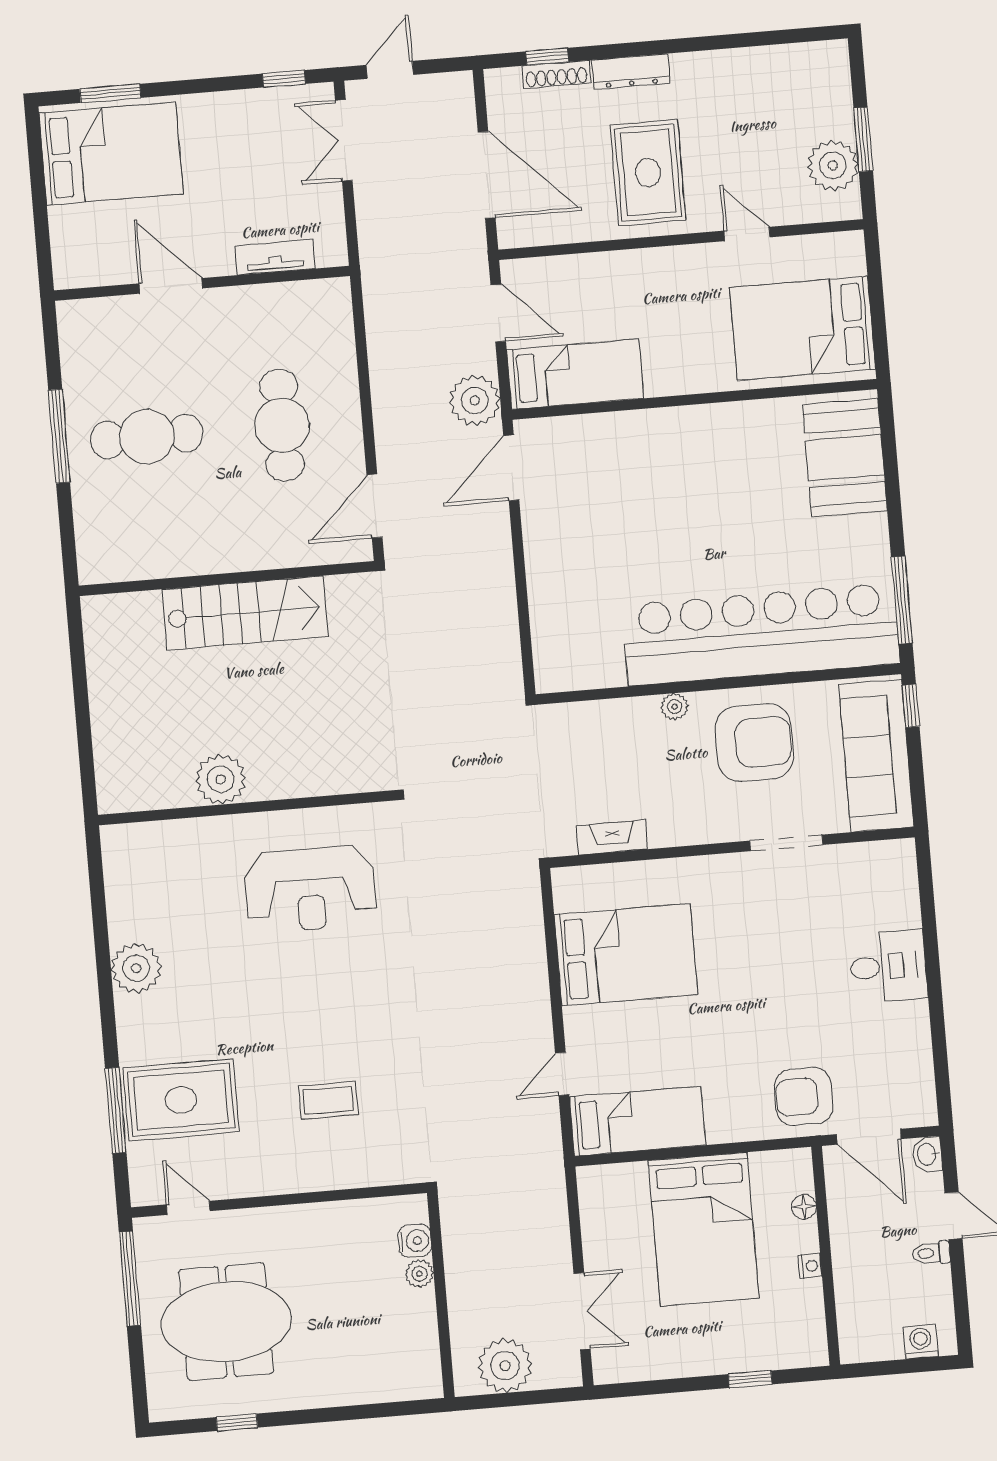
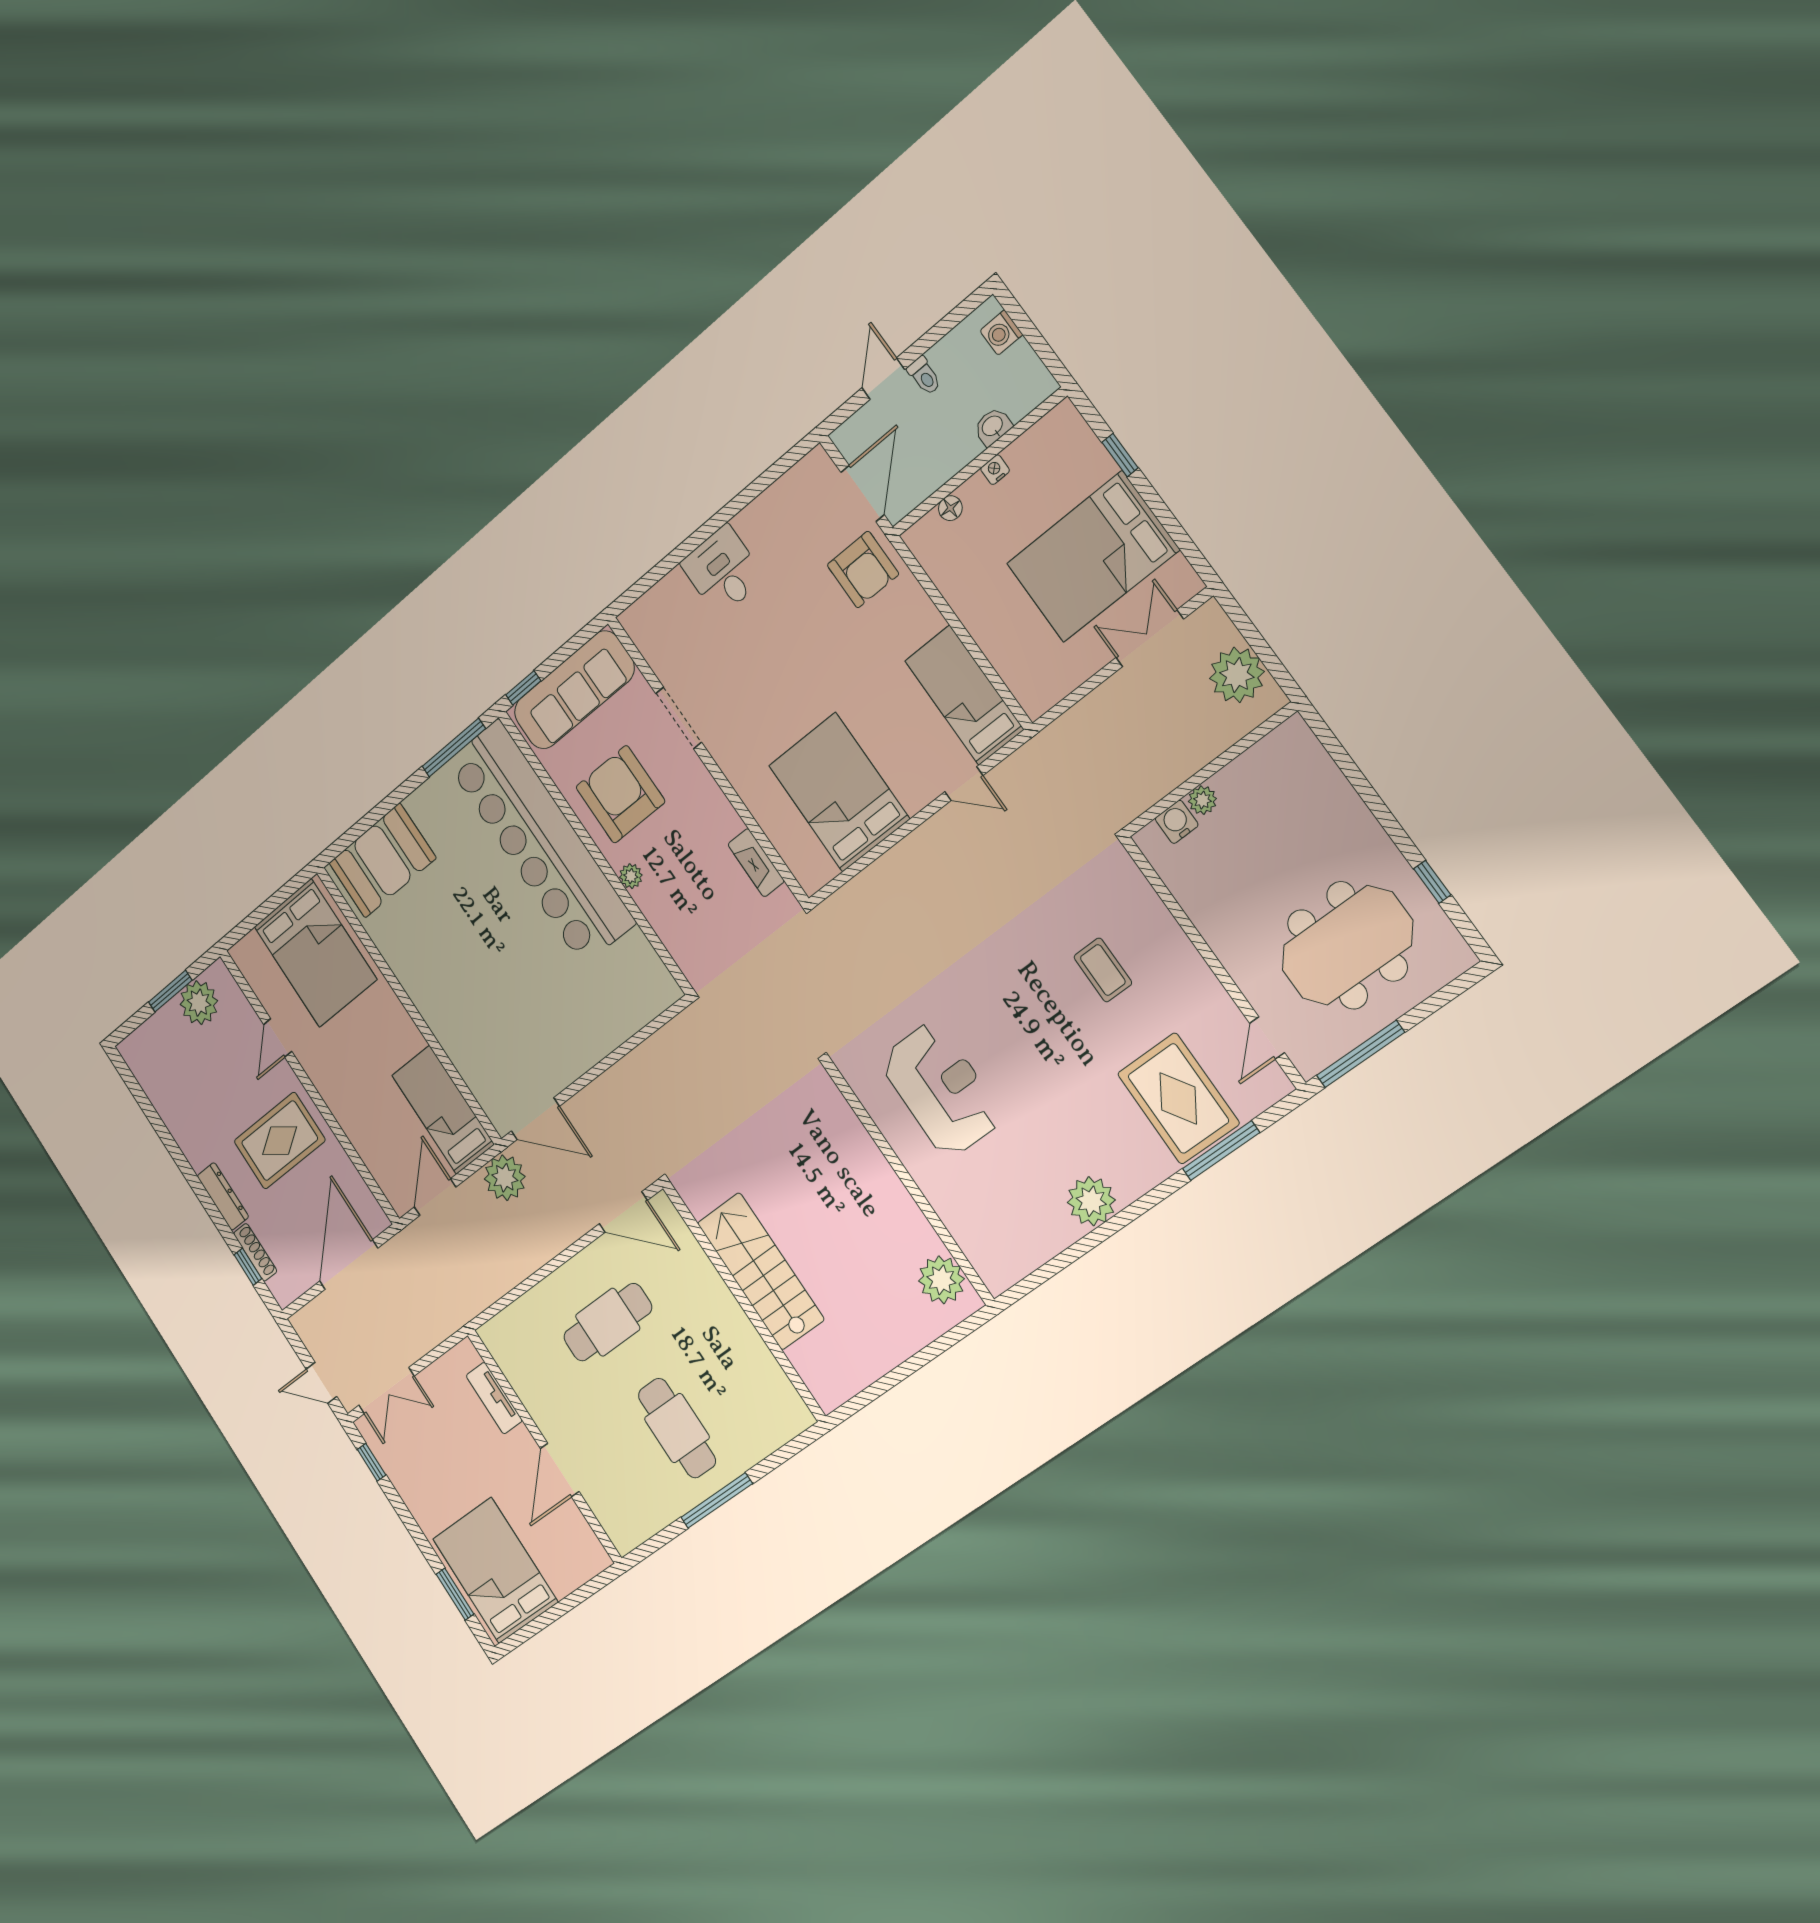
plant: (221, 779) -> (941, 1280), moved
washbasin: (927, 1154) -> (993, 426), moved, turned 180
bed: (704, 1229) -> (1093, 557), moved, turned 180
meeting table: (226, 1322) -> (1347, 945), turned 90

